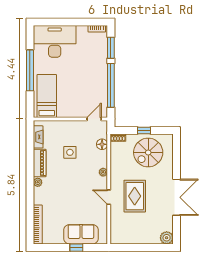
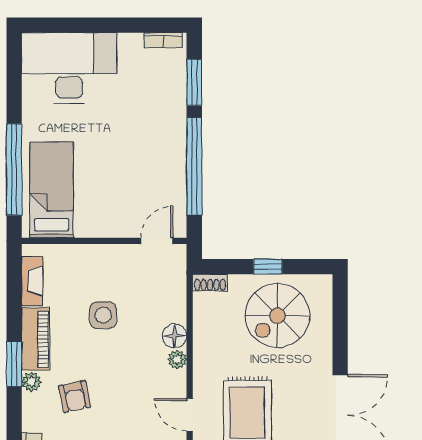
window: (30, 70) -> (14, 169), moved
floor lamp: (102, 144) -> (175, 336), moved
window: (30, 174) -> (14, 364), added
armchair: (57, 189) -> (75, 397), added

